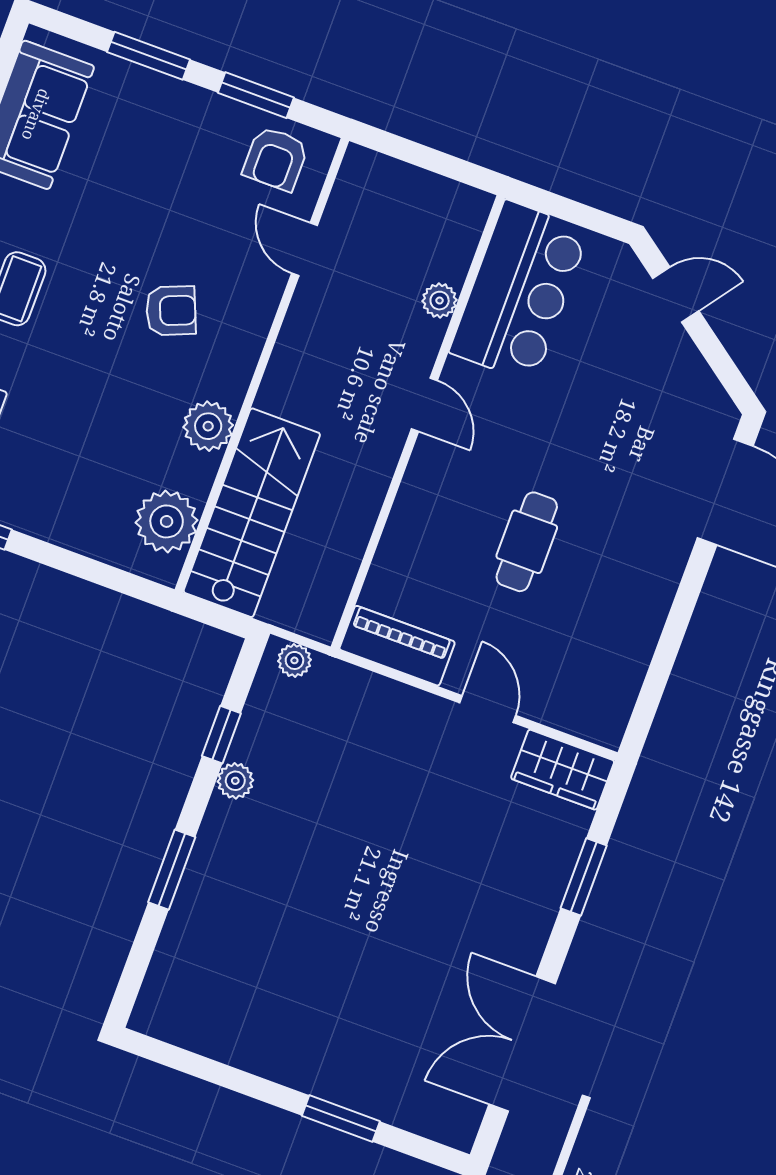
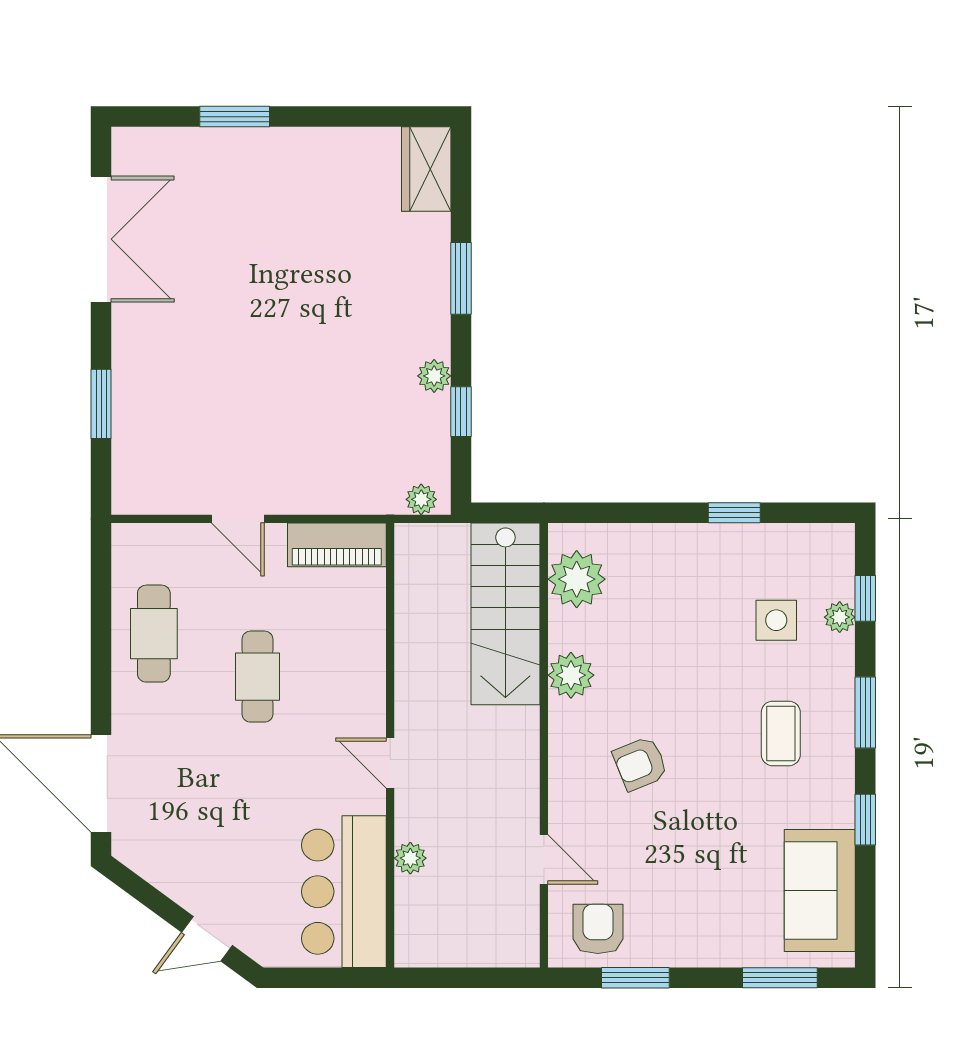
window: (149, 56) -> (780, 978), moved
cafe table: (616, 624) -> (154, 634), added
wardrobe: (563, 770) -> (426, 169), moved, turned -90

